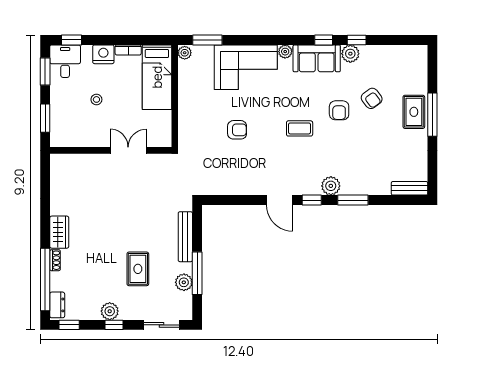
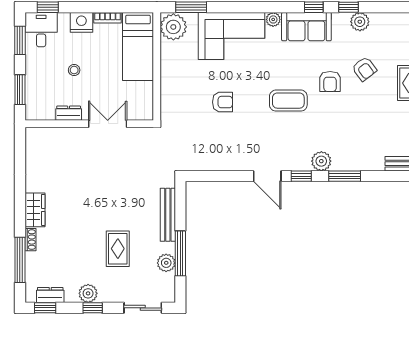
plant: (185, 53) -> (173, 27), width x1.88, depth x1.88
plant: (350, 54) -> (360, 22), moved
coffee table: (300, 128) -> (288, 101), width x1.36, depth x1.30
dresser: (91, 140) -> (69, 113), added
window: (45, 280) -> (20, 260), width x0.68
dresser: (57, 305) -> (50, 295), moved, turned -90

